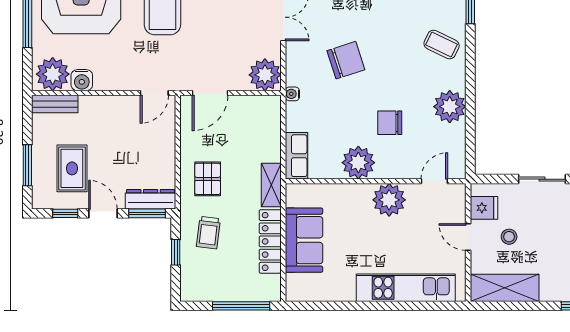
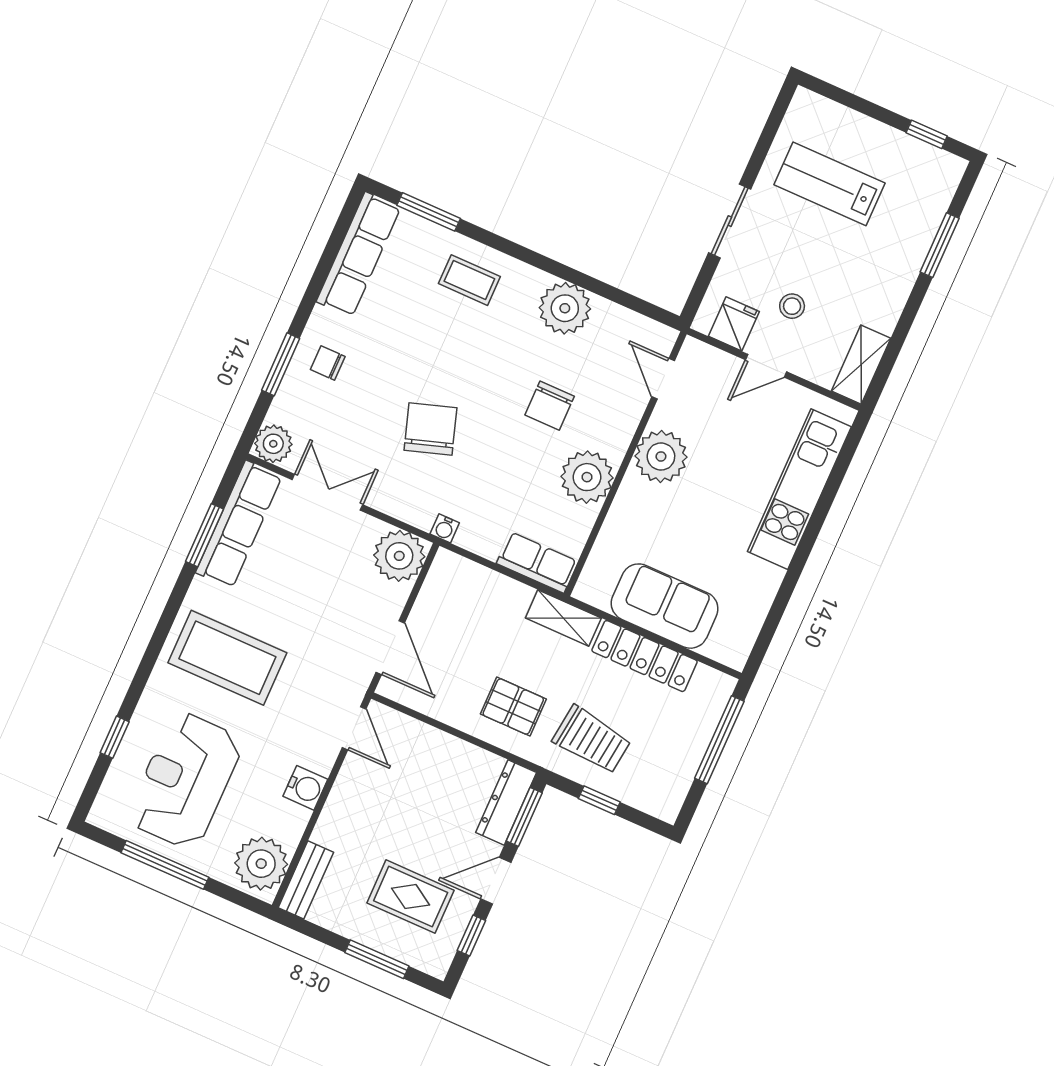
coffee table: (442, 45) -> (469, 280), turned 64
water cooler: (82, 80) -> (305, 788), moved
trolley: (208, 233) -> (592, 740), width x1.36, depth x1.39
shelving: (505, 288) -> (861, 365), width x0.67, depth x0.75

